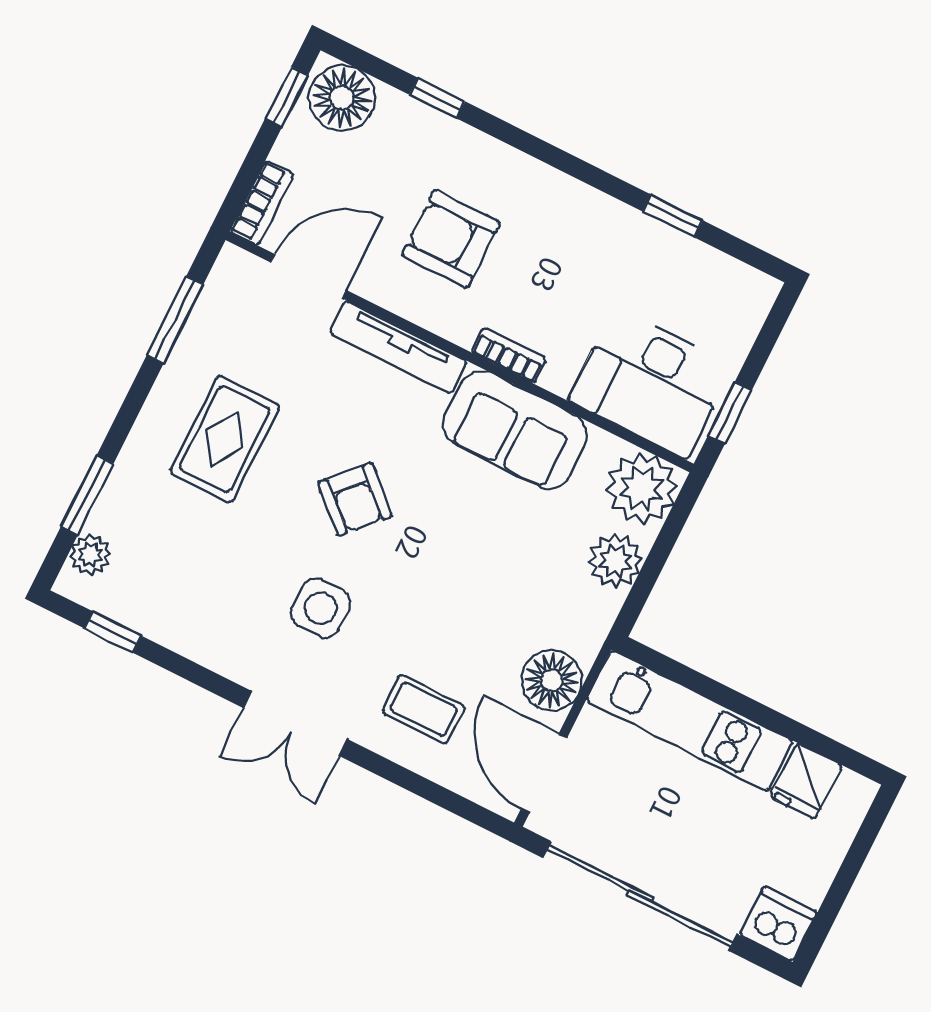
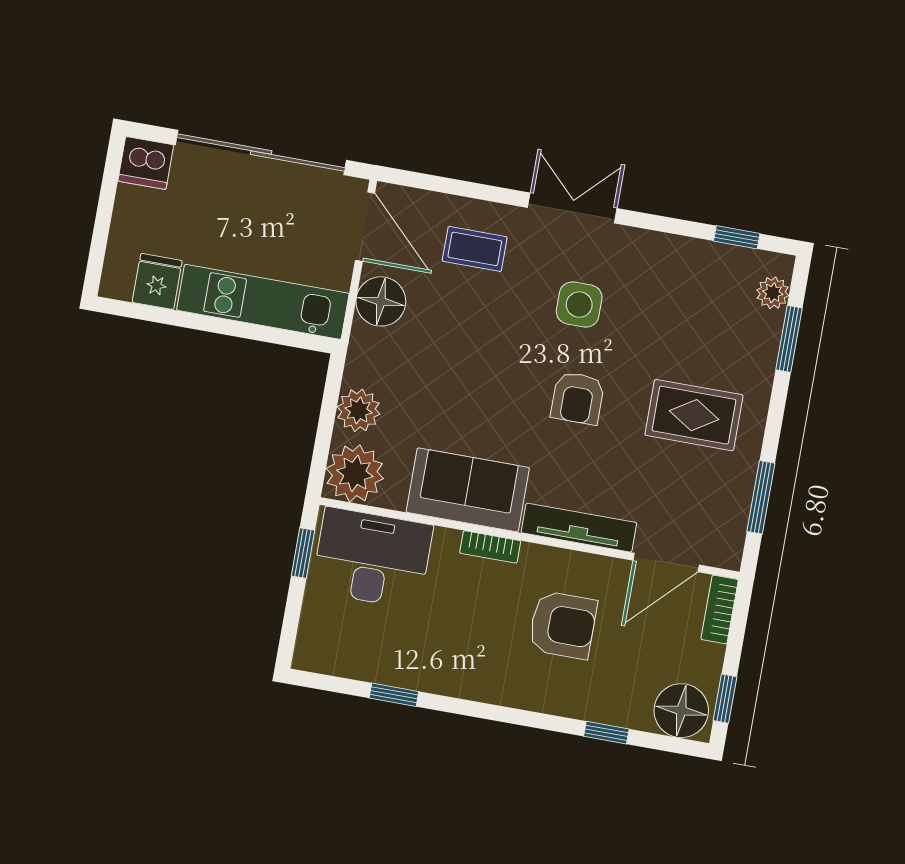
rug: (225, 439) -> (694, 415), turned 90
armchair: (355, 499) -> (578, 398), turned -133

